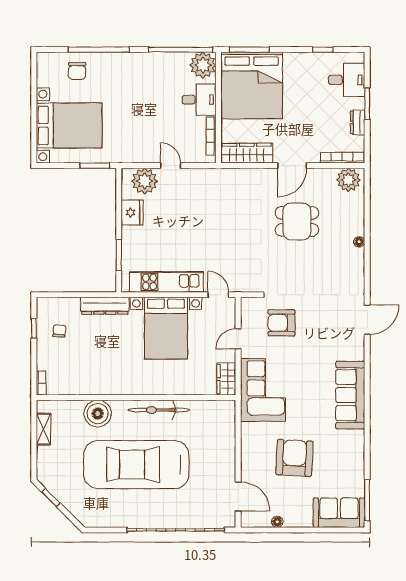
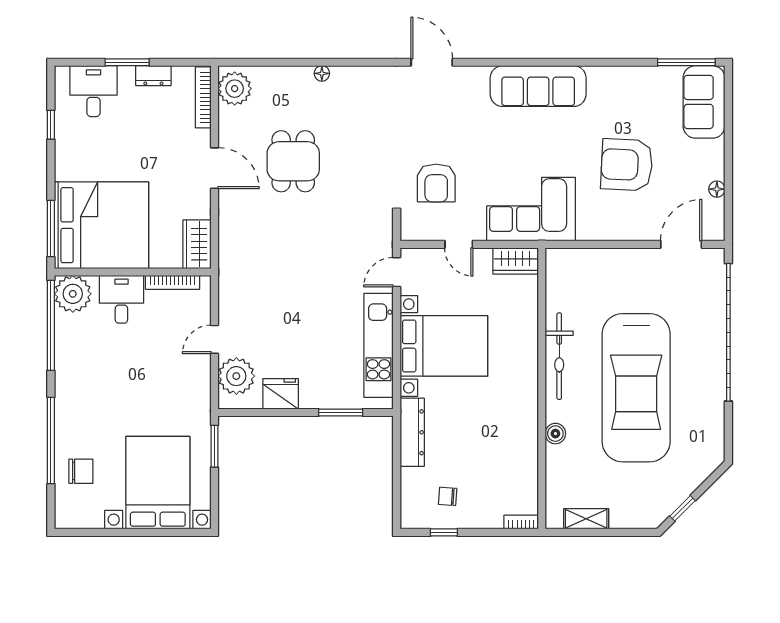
wardrobe: (247, 153) -> (197, 244), width x0.67
boiler: (98, 414) -> (555, 434), width x0.54, depth x0.54

